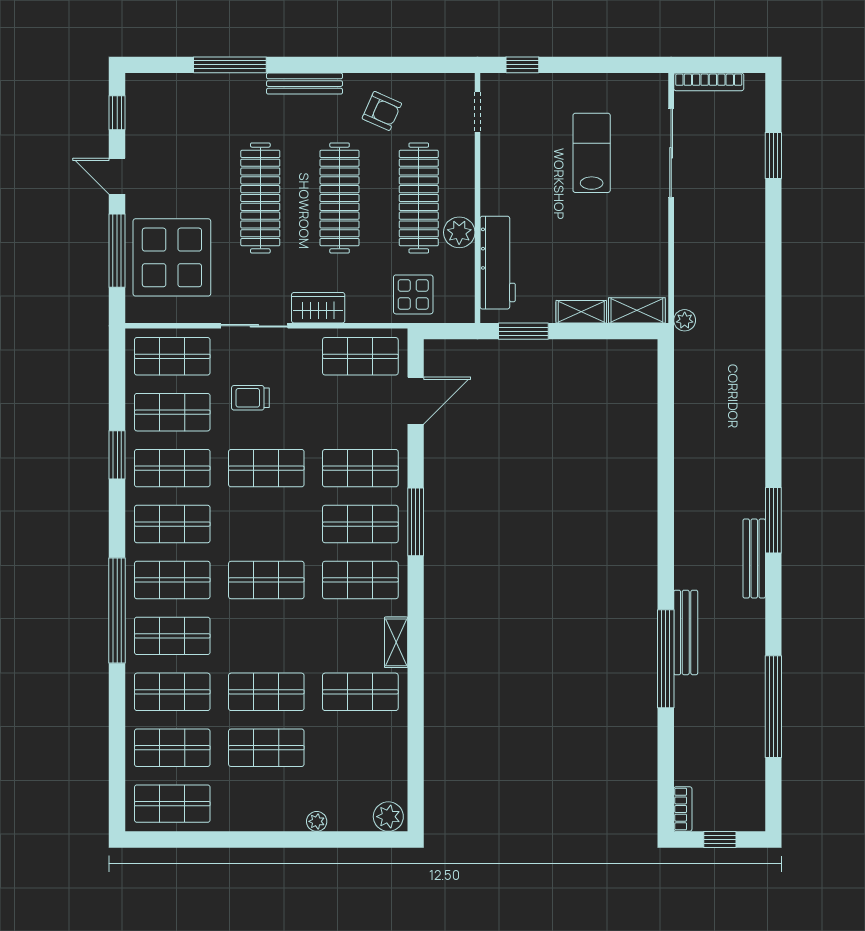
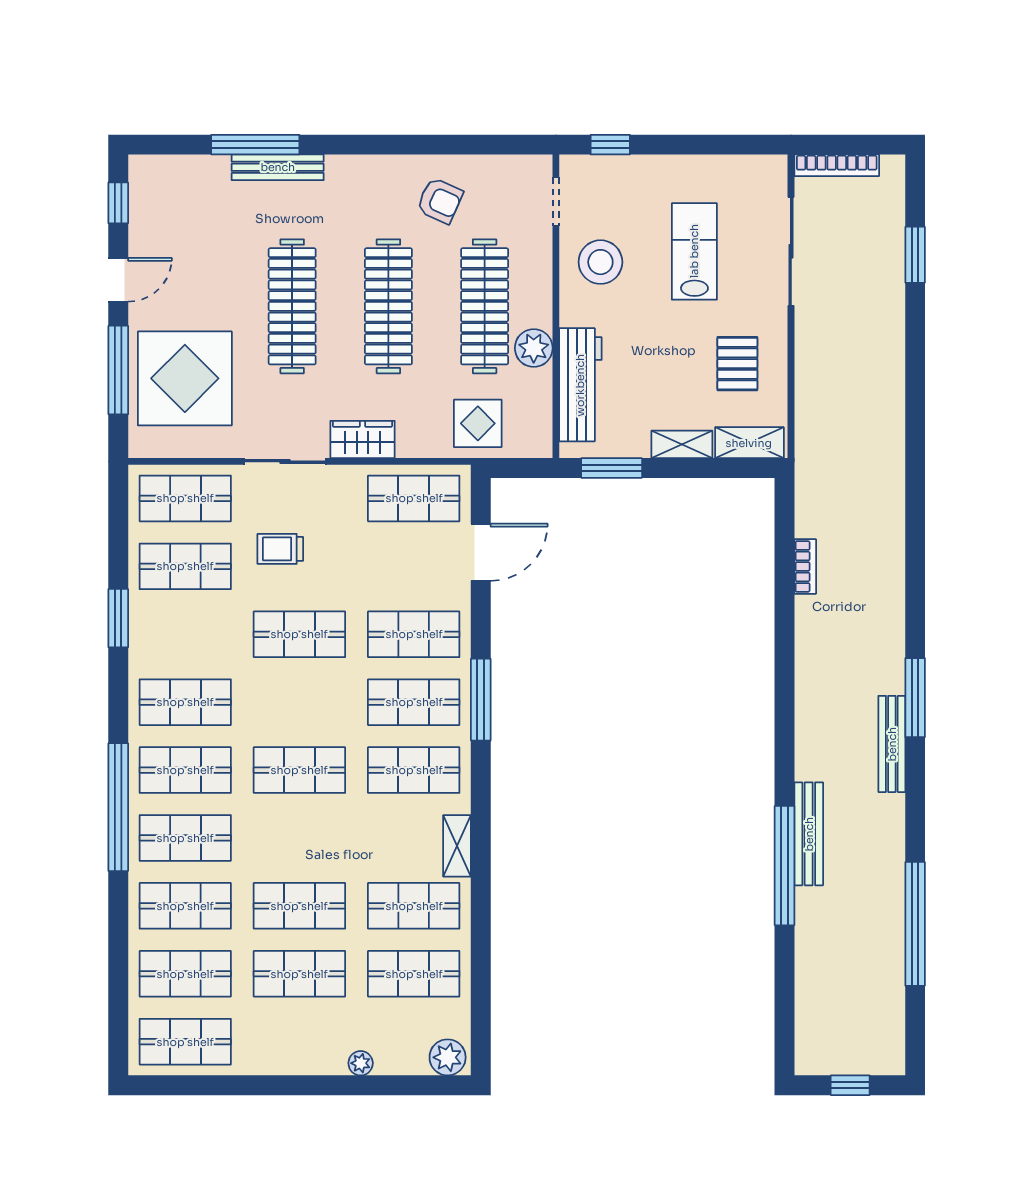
bench: (305, 84) -> (278, 167), moved
stool: (514, 162) -> (600, 262), added
door: (117, 176) -> (118, 280), swing flipped
pallet: (627, 245) -> (737, 364), added
plant: (685, 320) -> (807, 455), removed
shop shelf: (172, 468) -> (414, 974), moved
bookcase: (683, 809) -> (805, 566), moved

